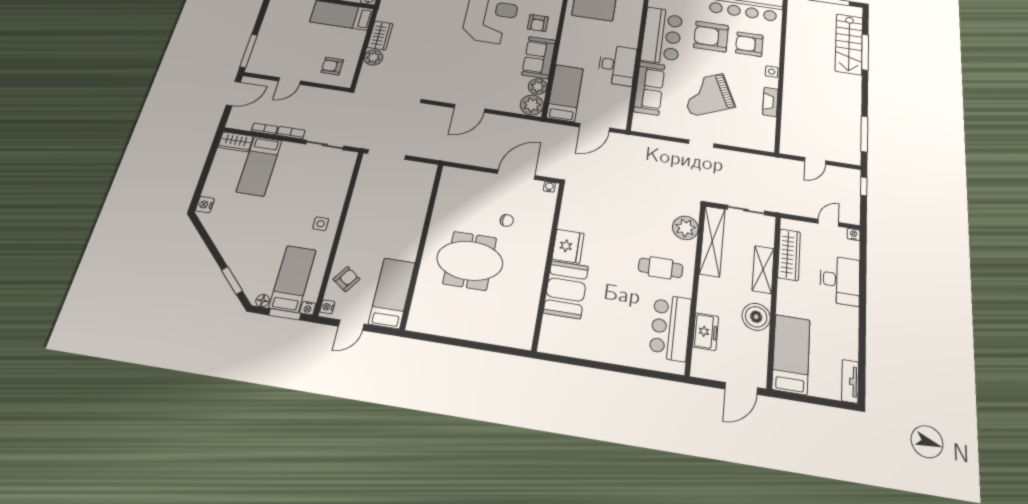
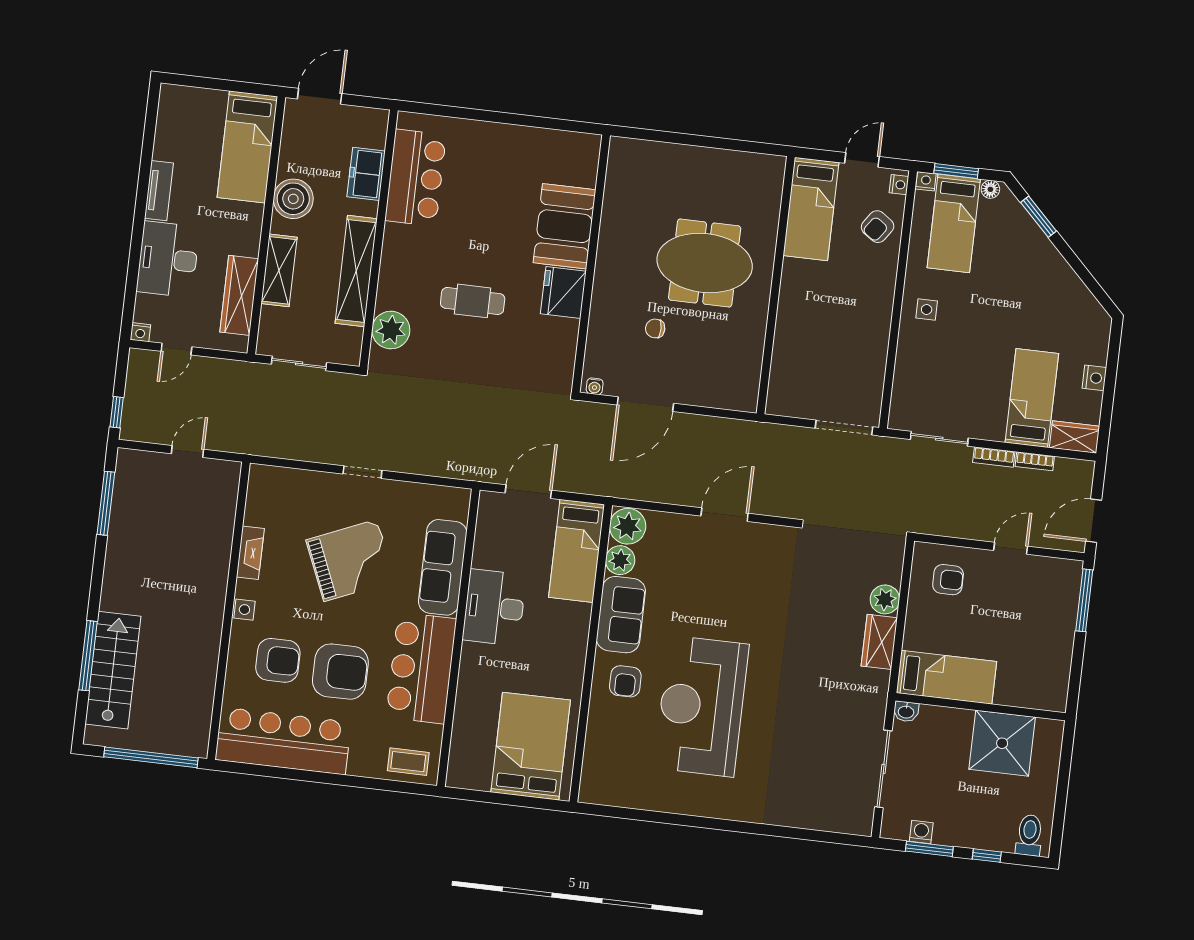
armchair: (538, 23) -> (625, 681), turned 180
nightstand: (205, 205) -> (1094, 378), moved
shelving: (712, 241) -> (356, 271), moved
cafe table: (661, 268) -> (473, 301), moved
tv unit: (850, 381) -> (159, 191), moved

